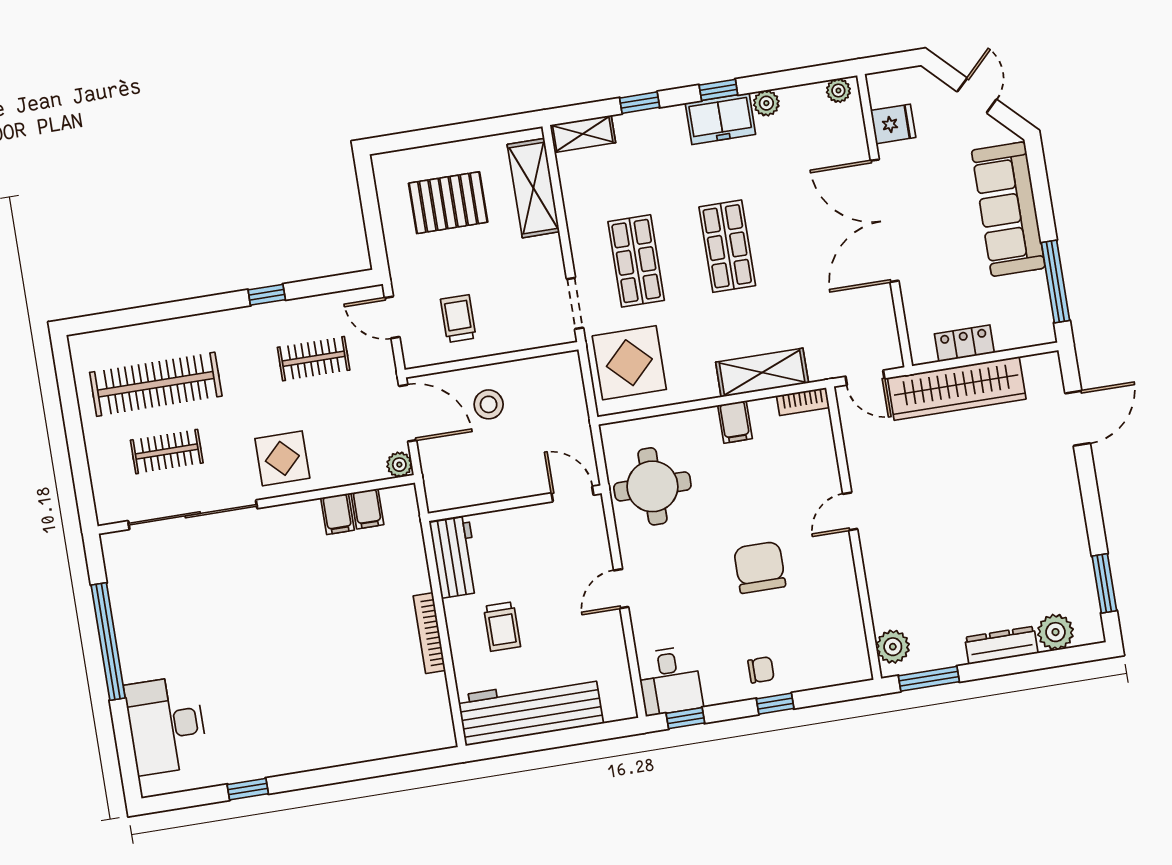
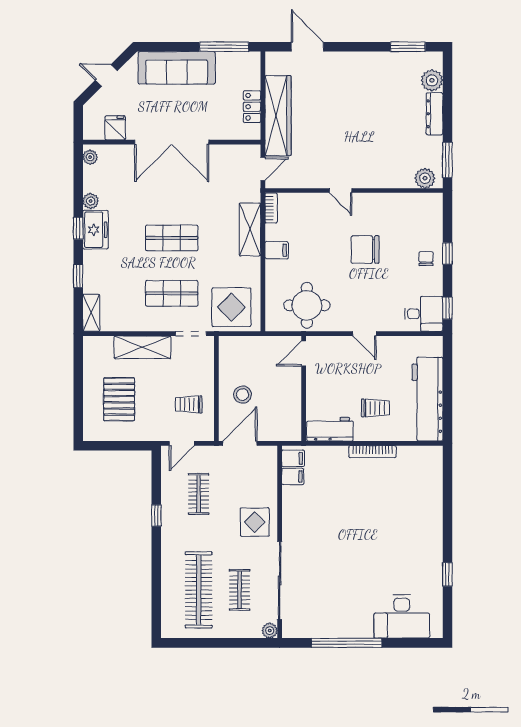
shelving: (533, 188) -> (142, 347), moved
plant: (399, 465) -> (270, 631), moved
filing cabinet: (338, 514) -> (293, 458), moved

